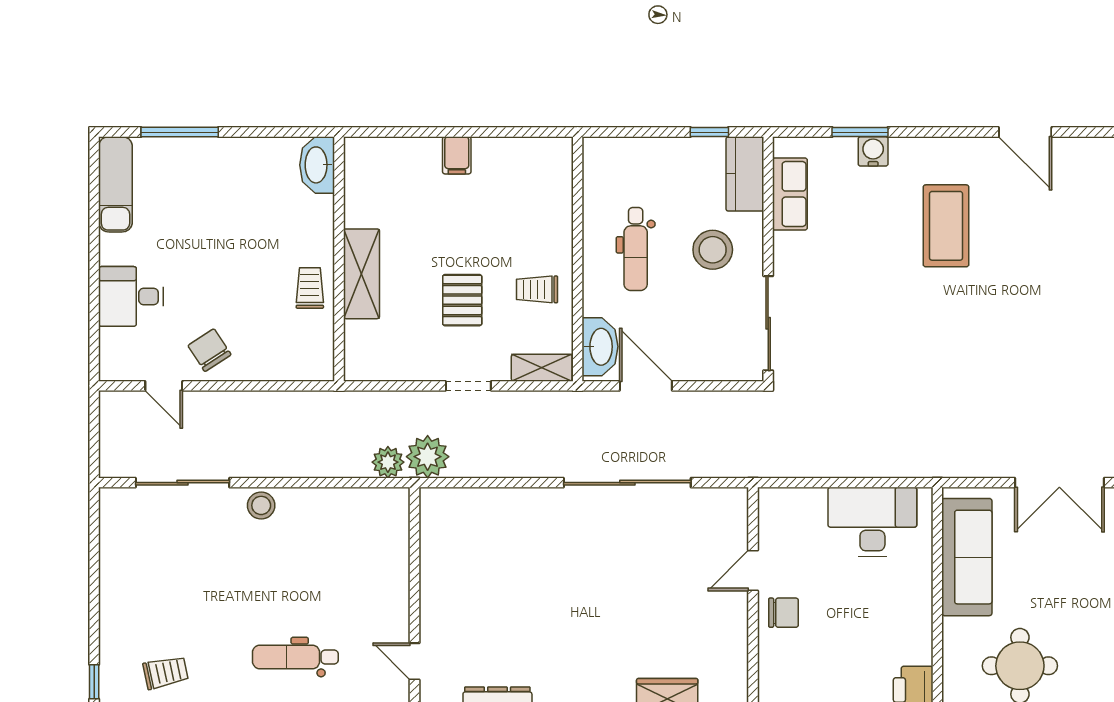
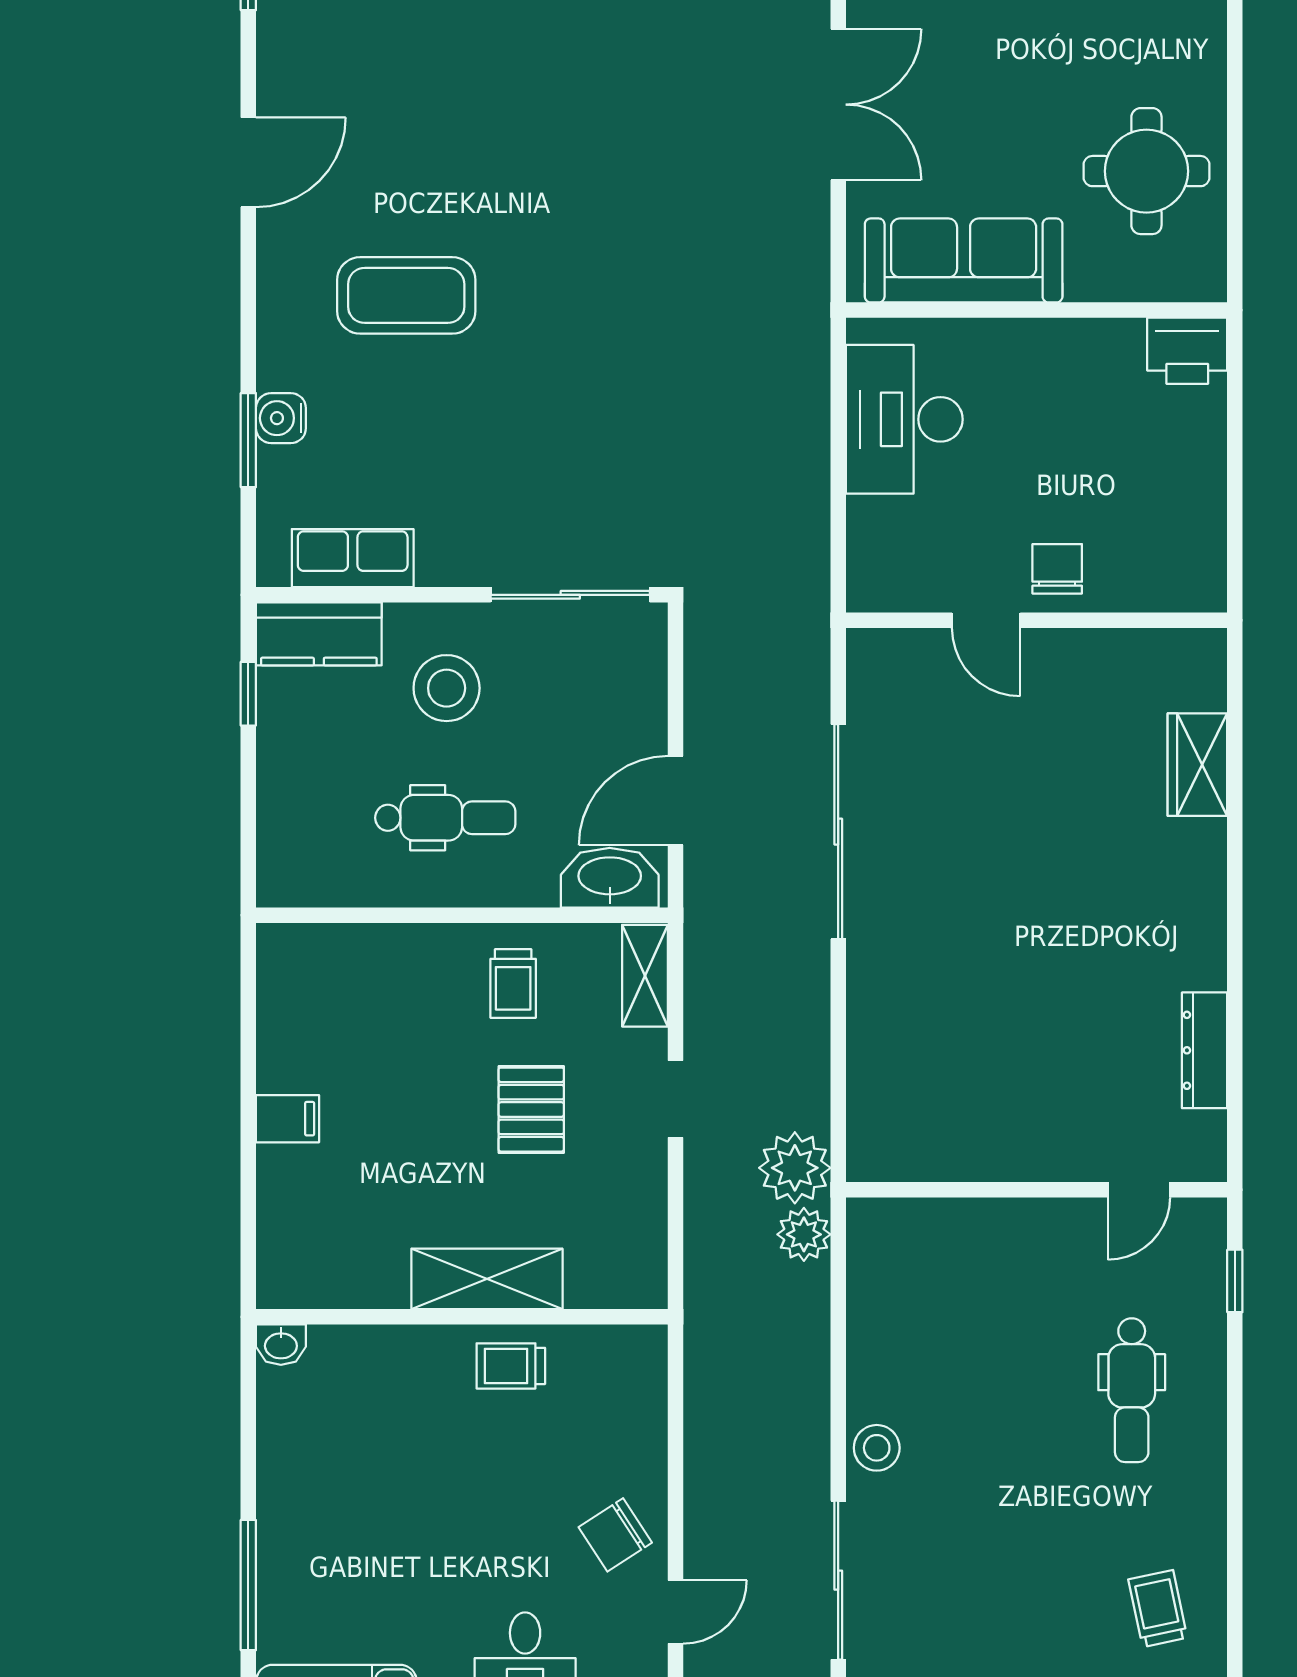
washbasin: (317, 165) -> (281, 1345), width x0.52, depth x0.69
pallet: (462, 300) -> (531, 1110), turned 90

